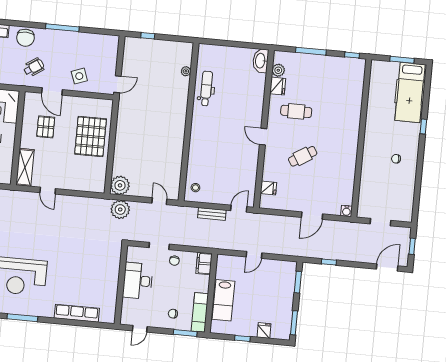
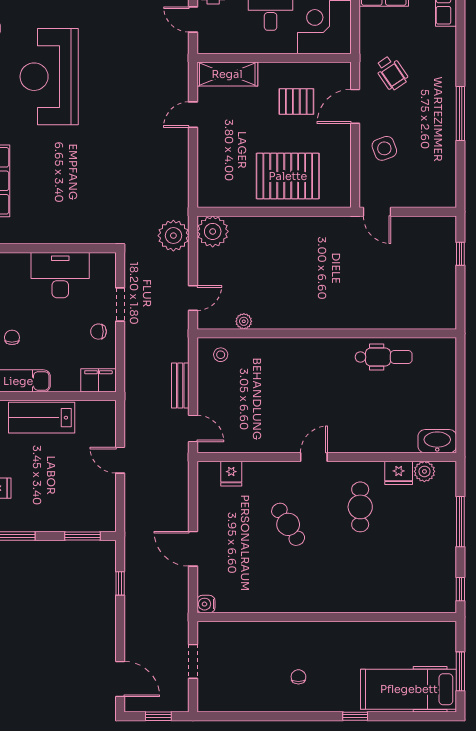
chair: (25, 38) -> (438, 55), removed
plant: (186, 71) -> (244, 321), moved

